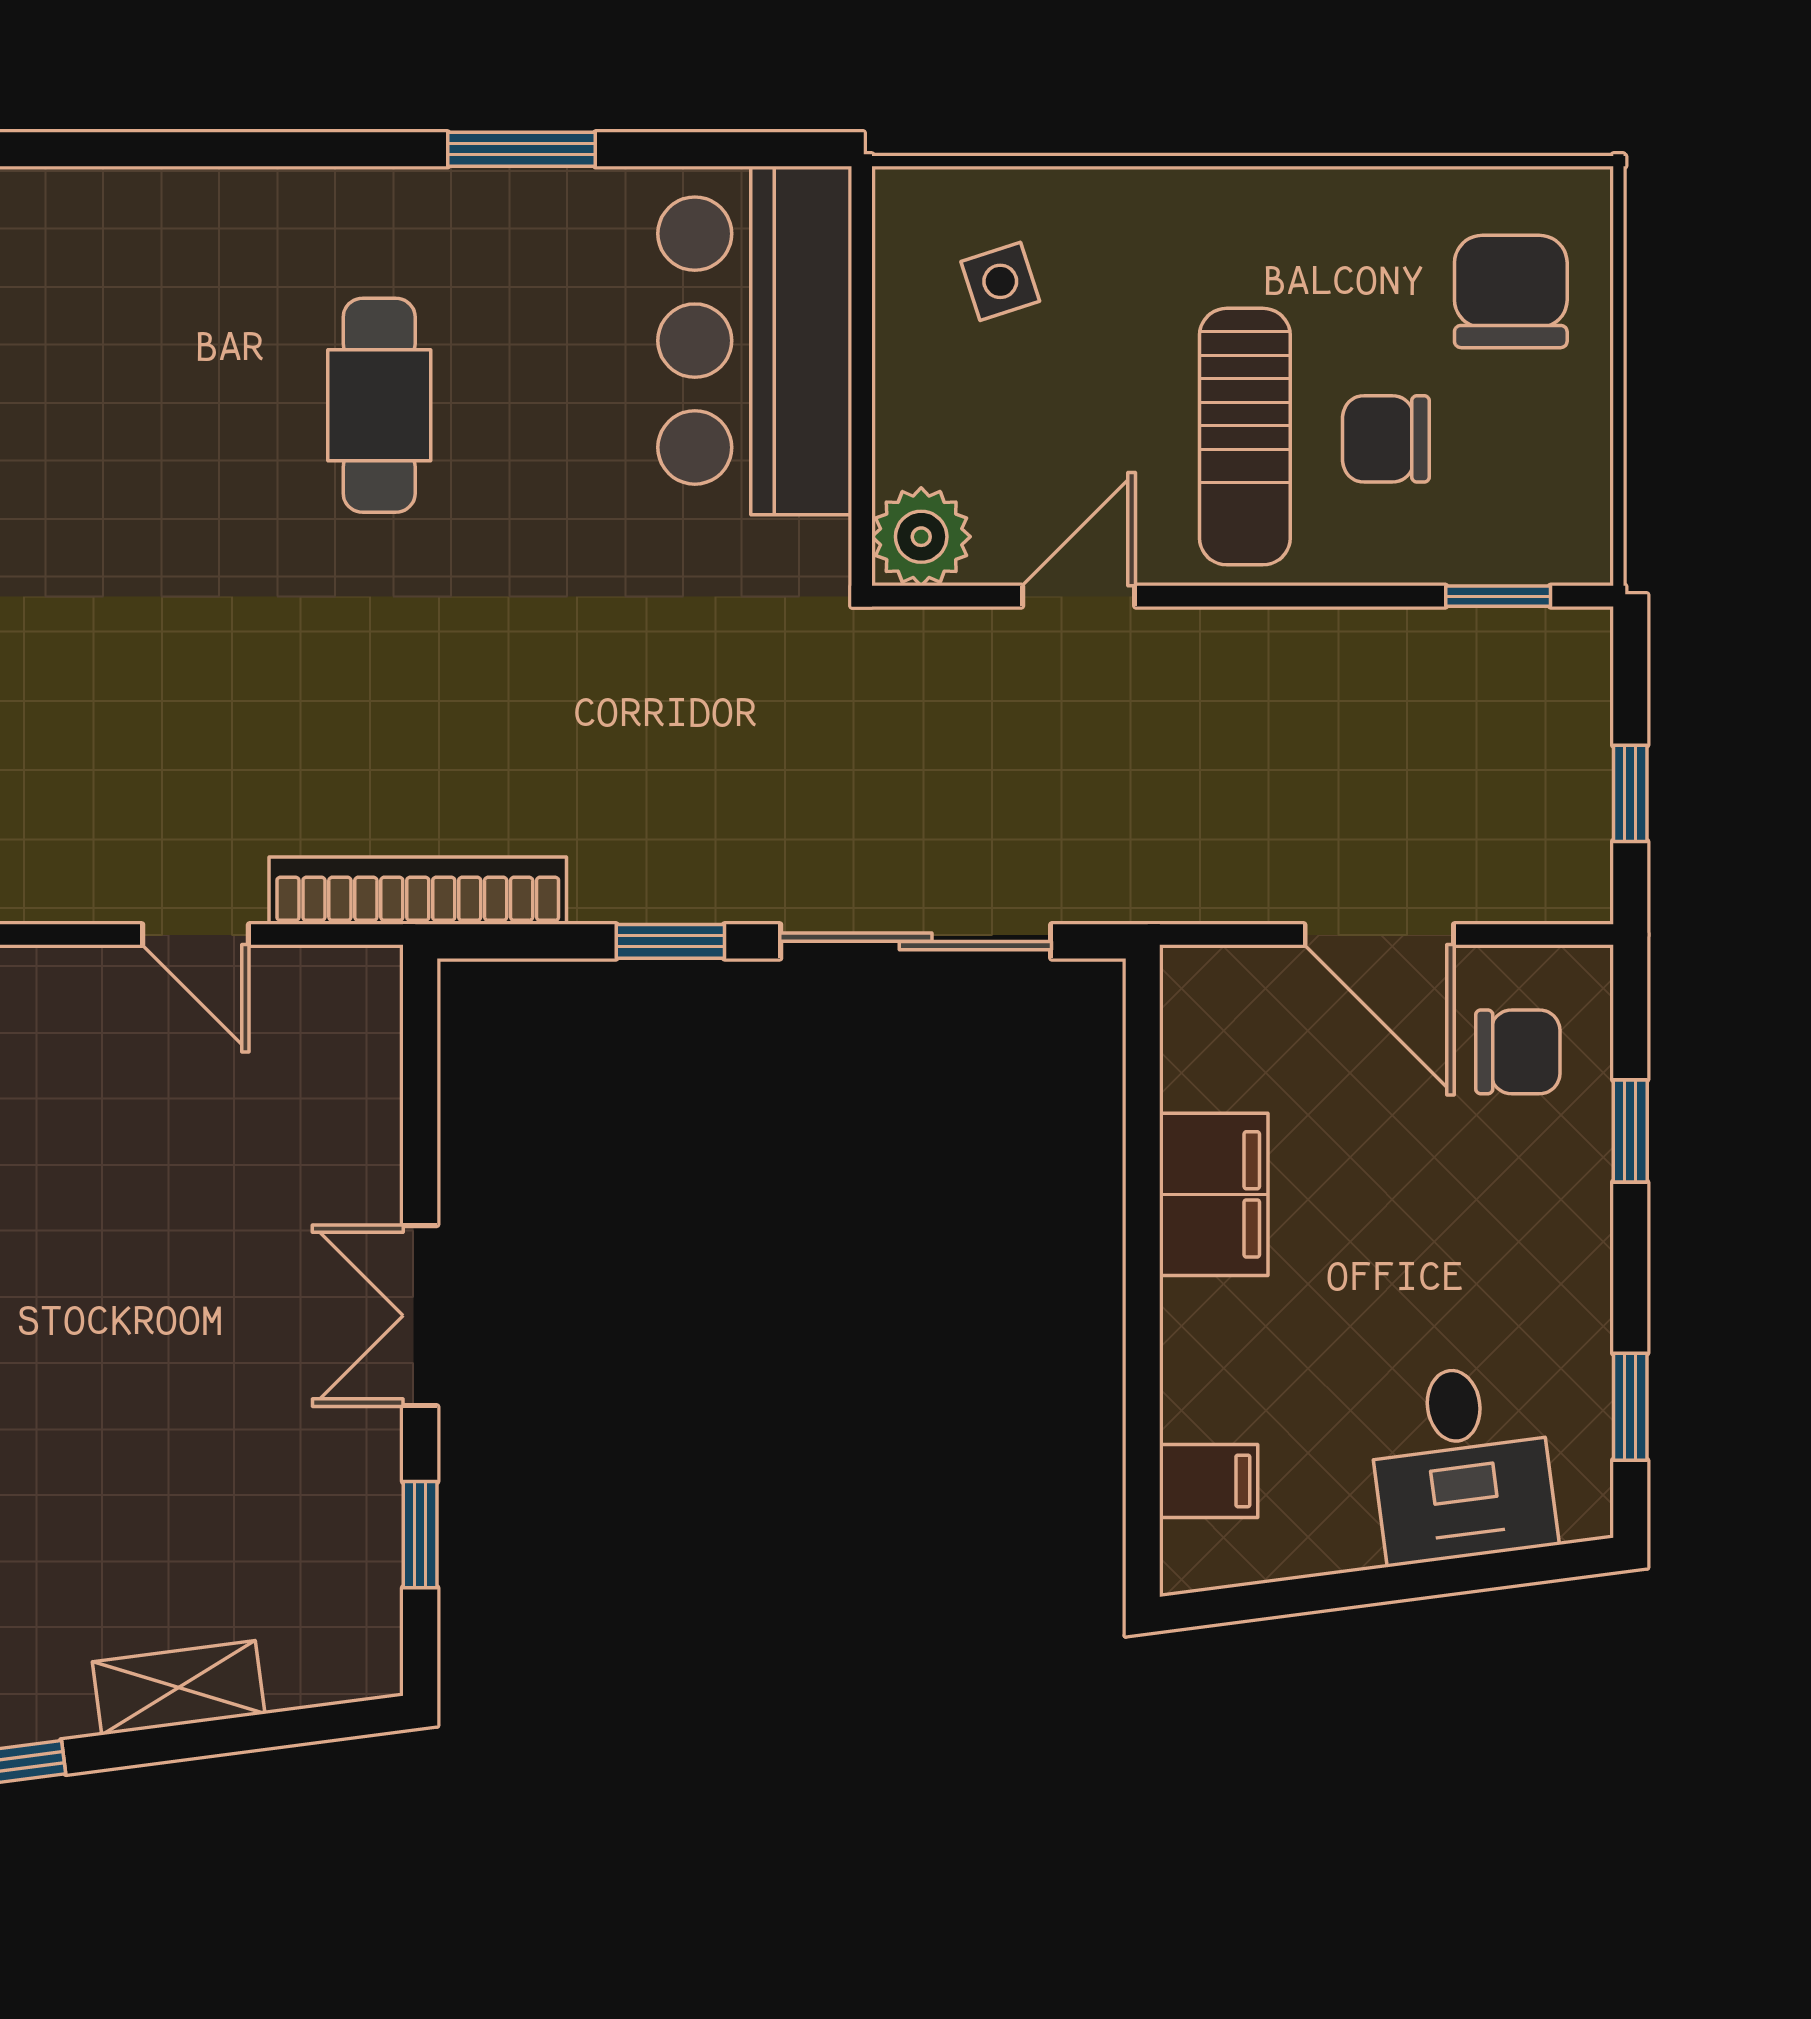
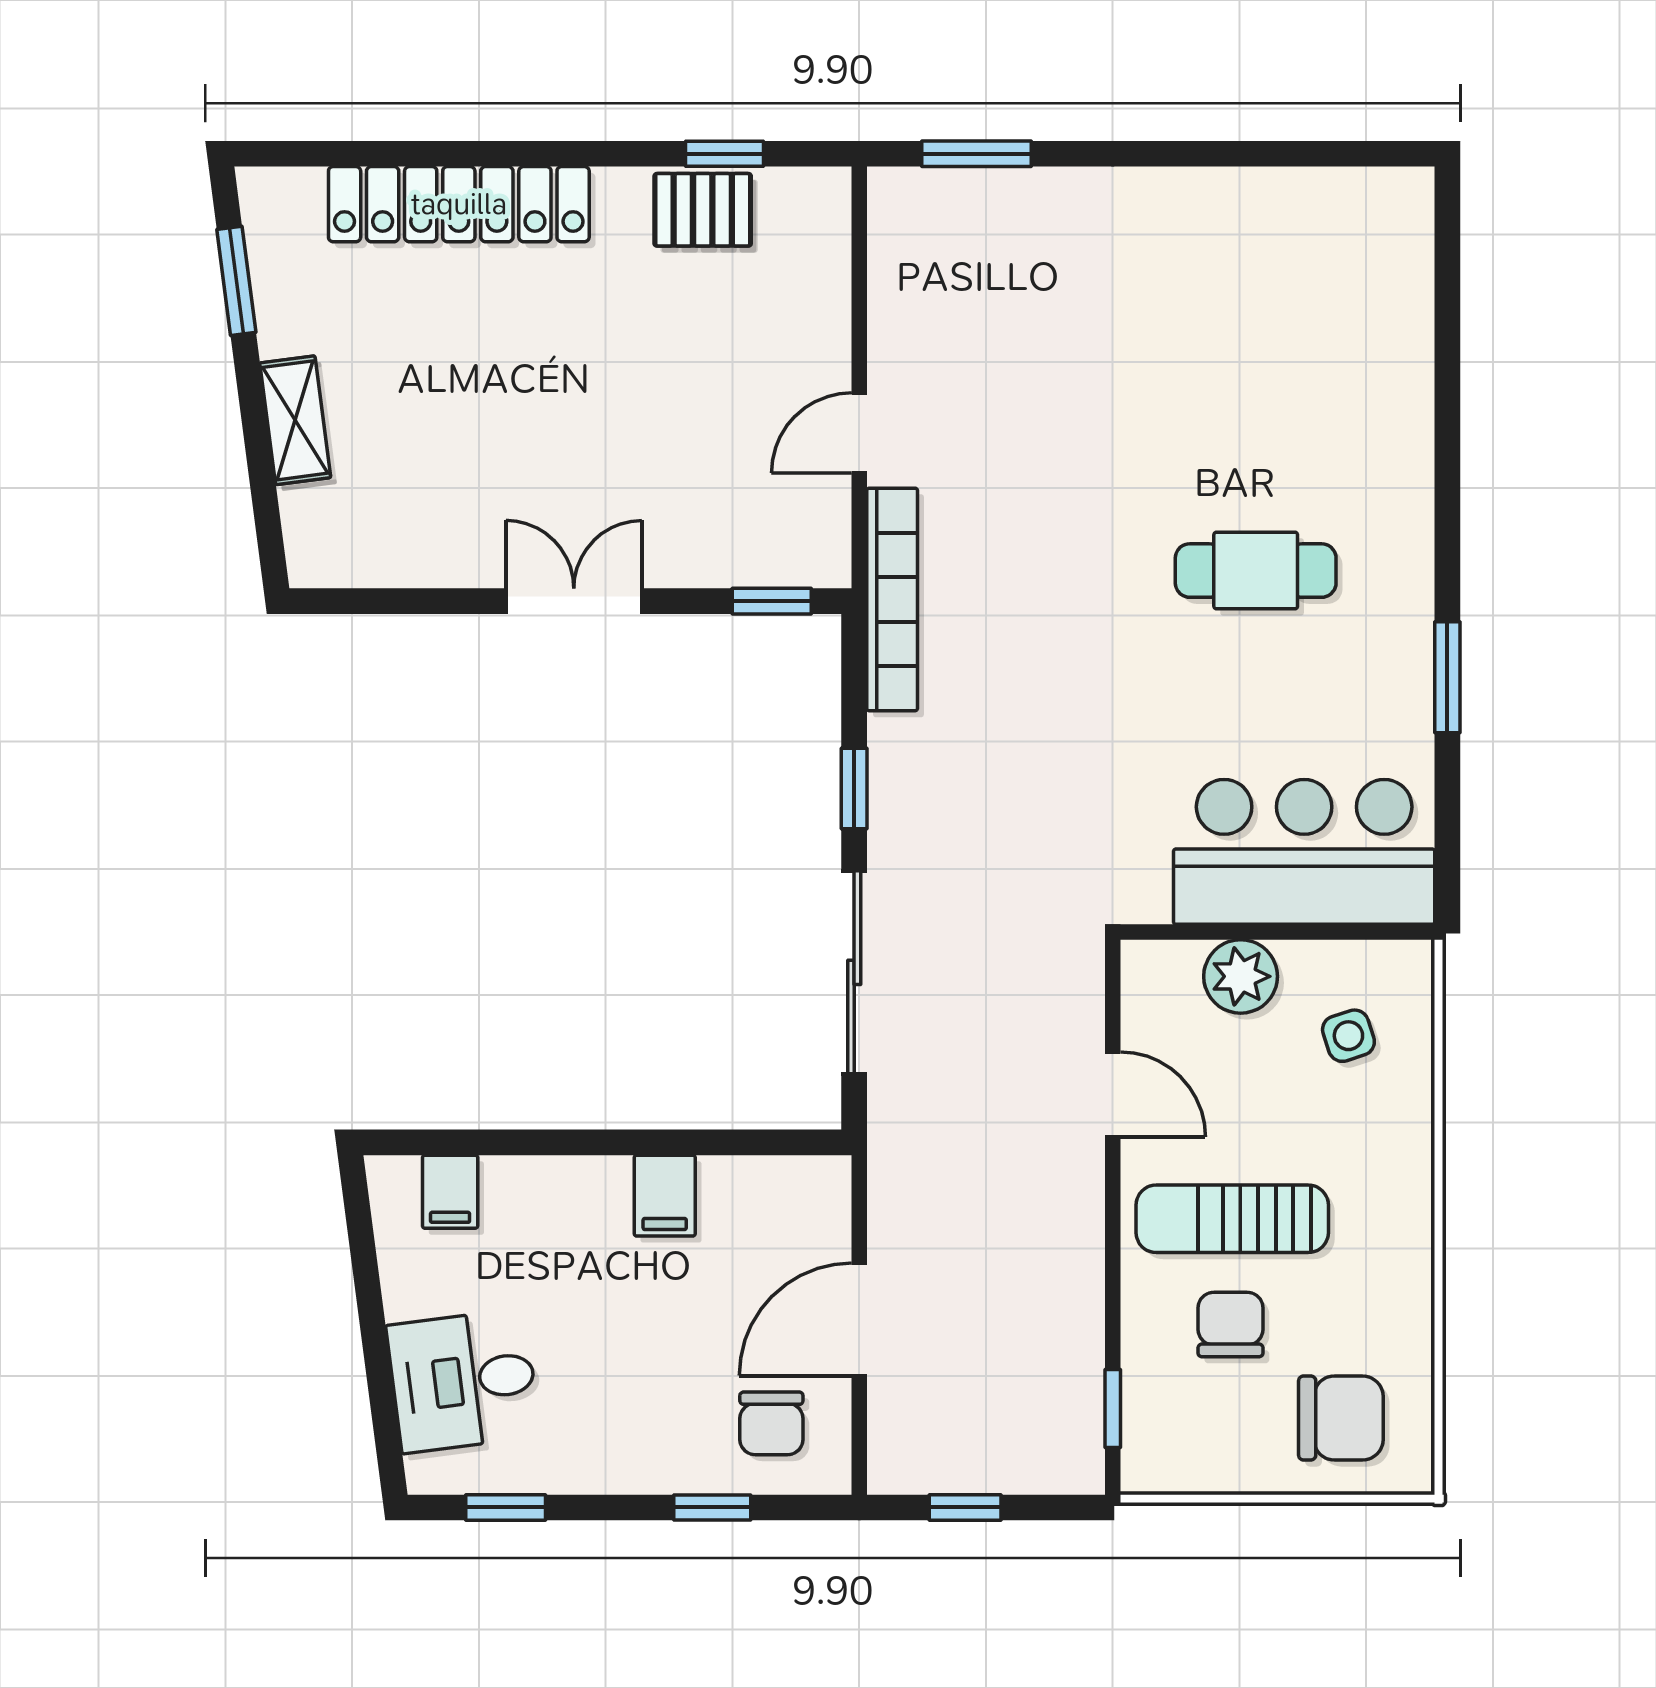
plant: (921, 537) -> (1241, 976), moved
filing cabinet: (1214, 1194) -> (665, 1196), width x0.50
window: (420, 1535) -> (772, 601), moved

